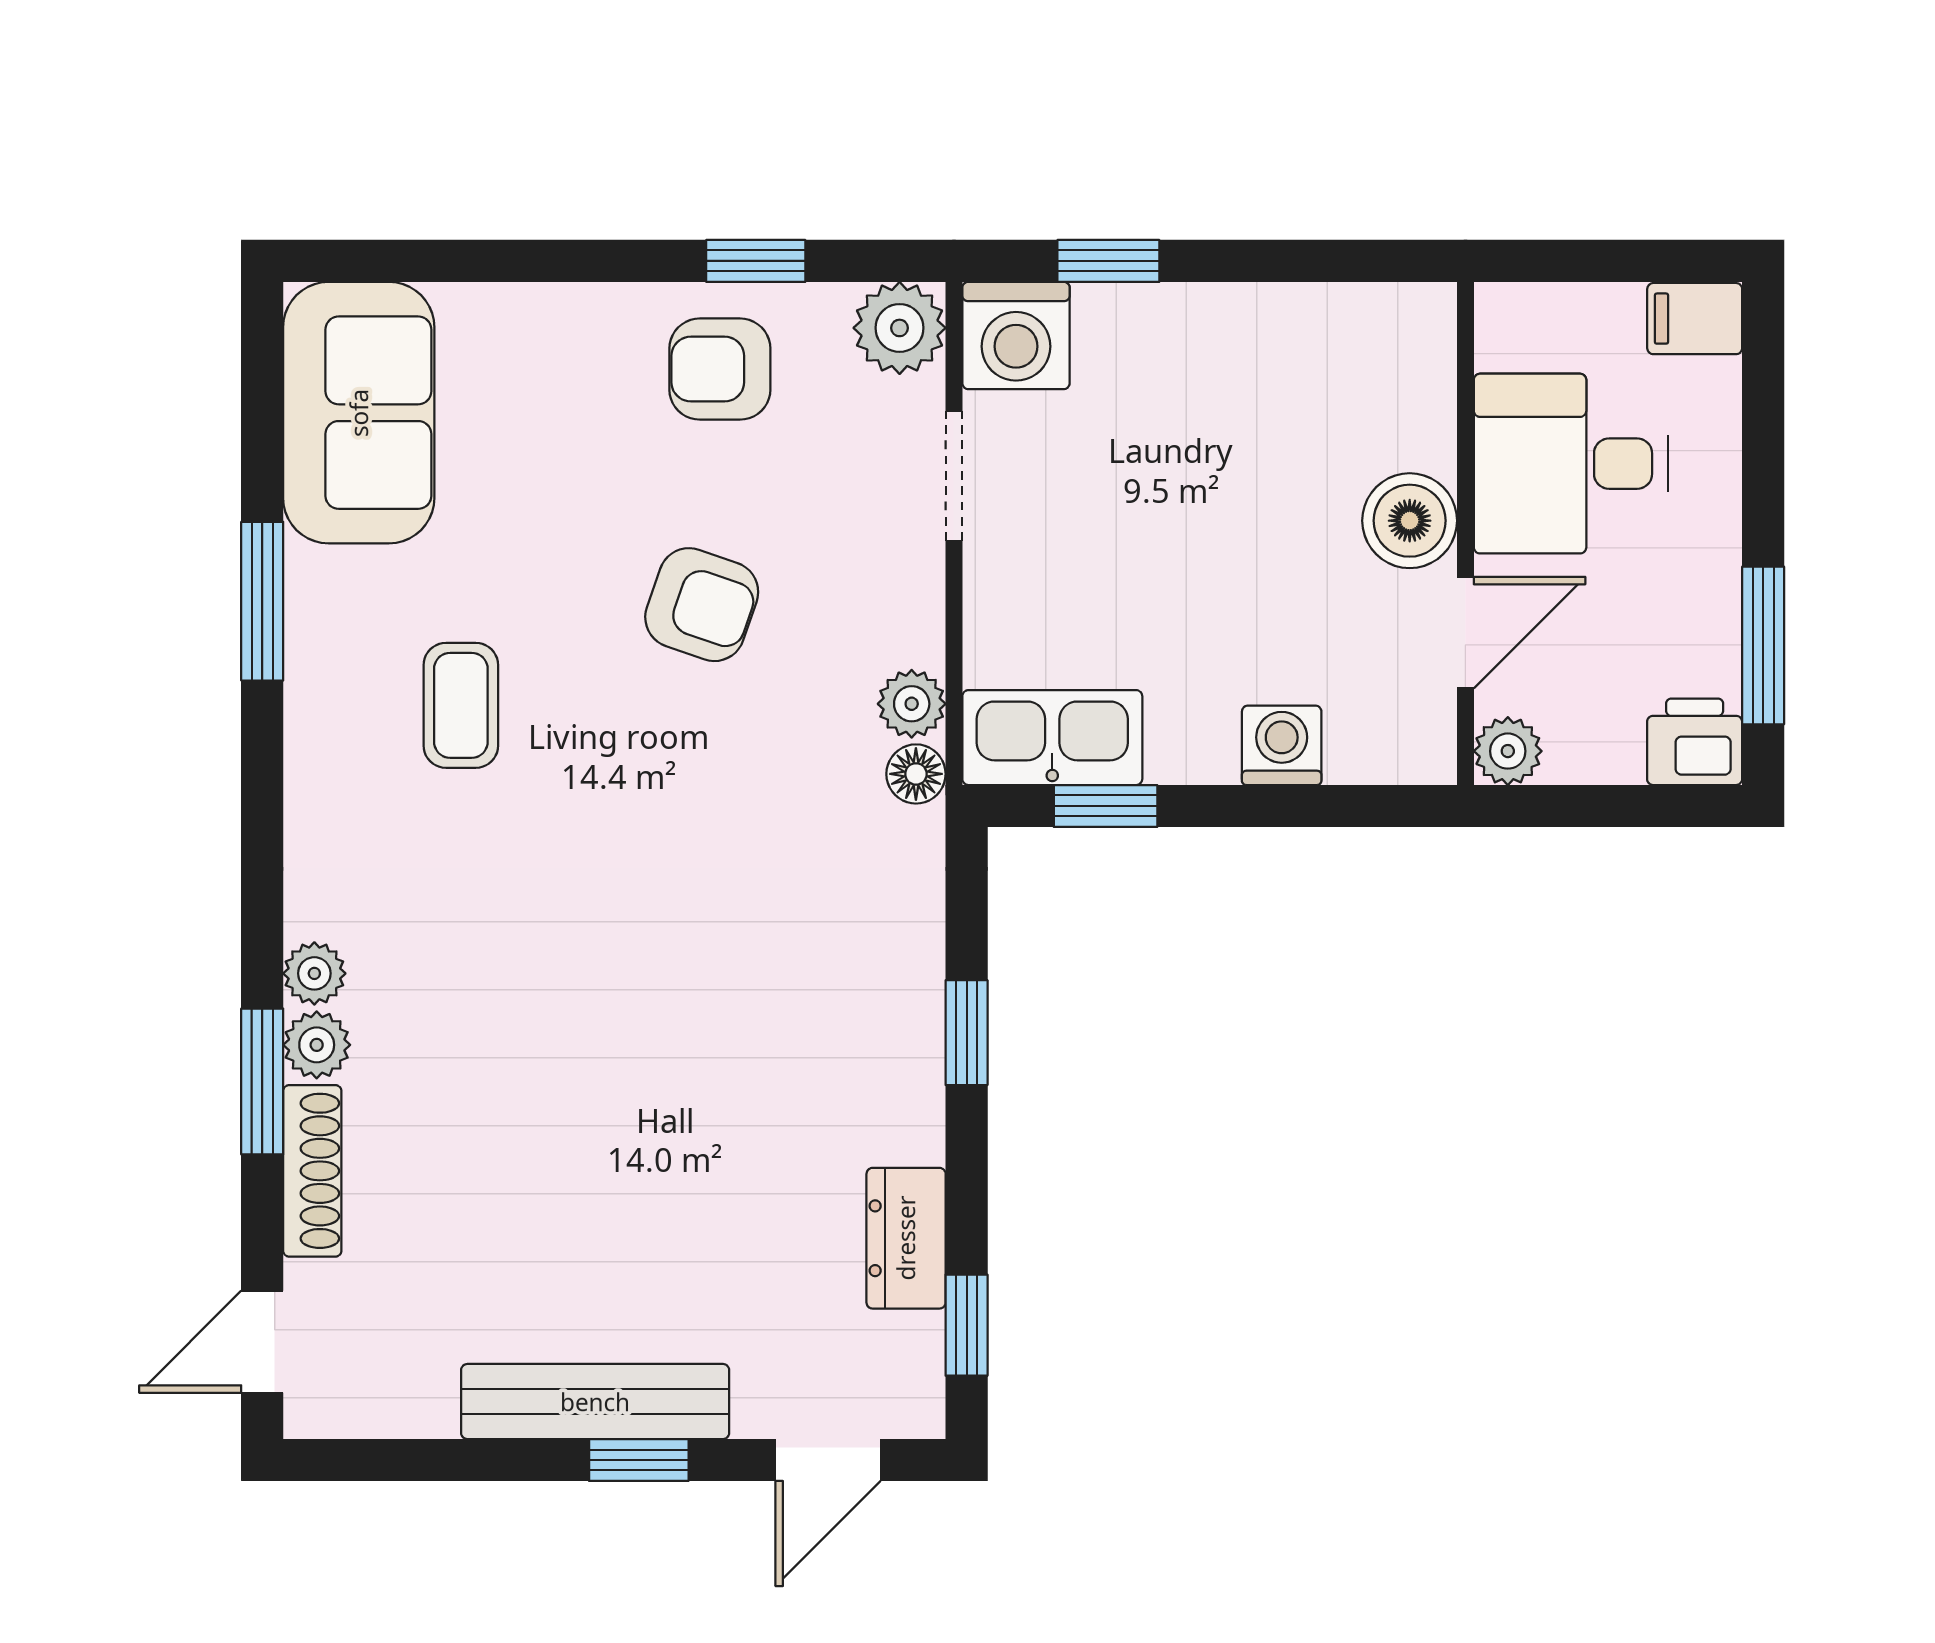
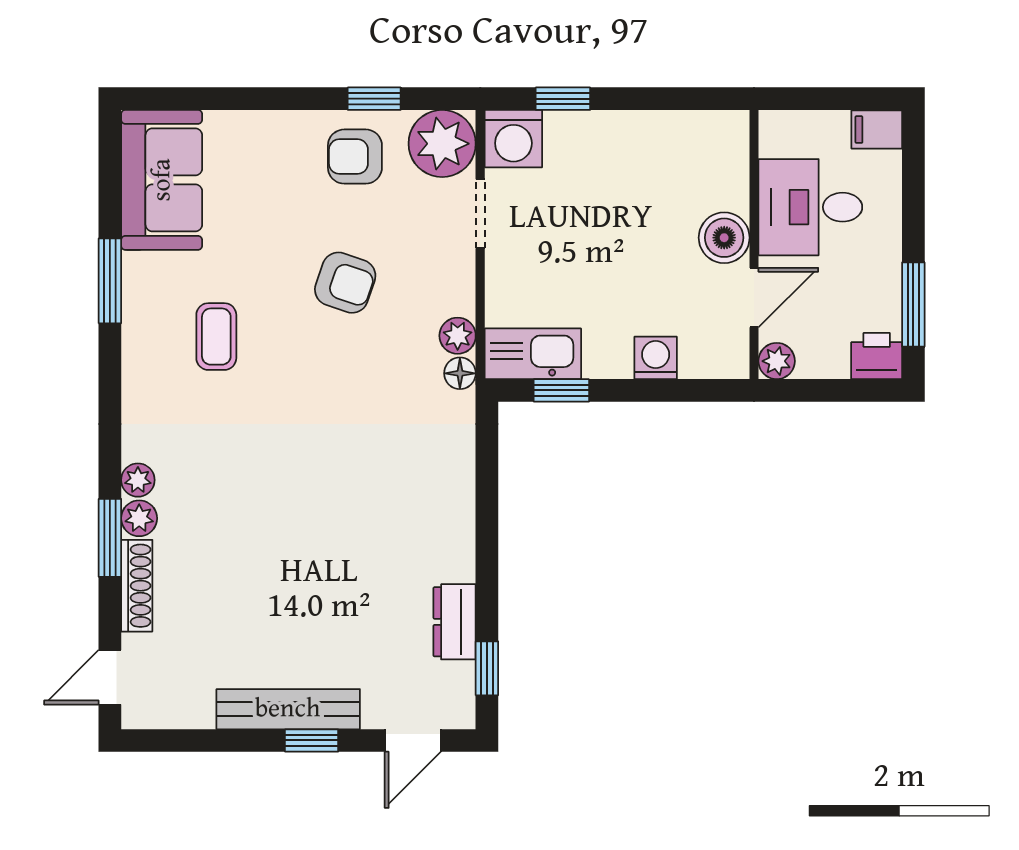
plant: (900, 328) -> (442, 144), width x1.36, depth x1.36
window: (967, 1033) -> (487, 512), removed

